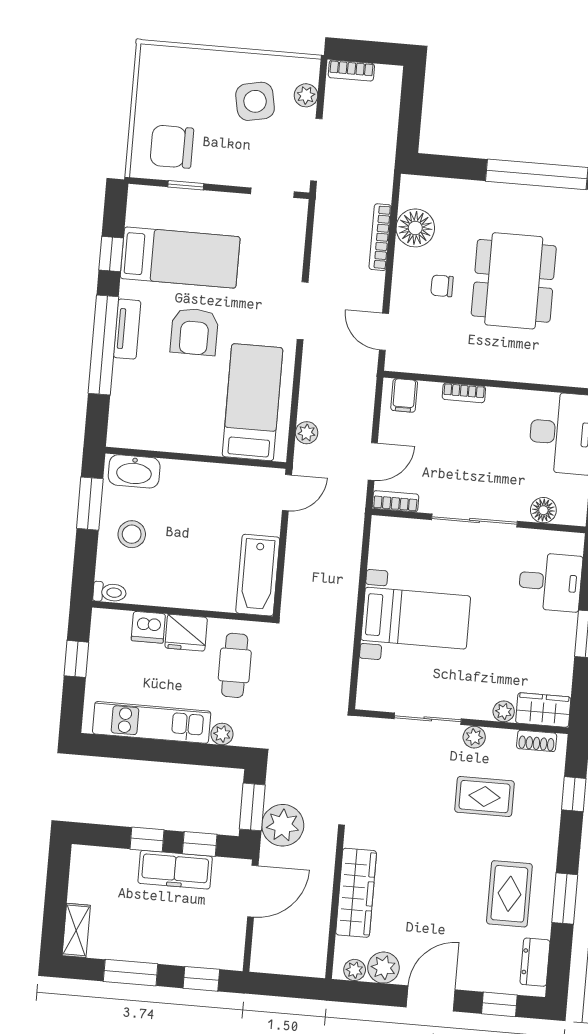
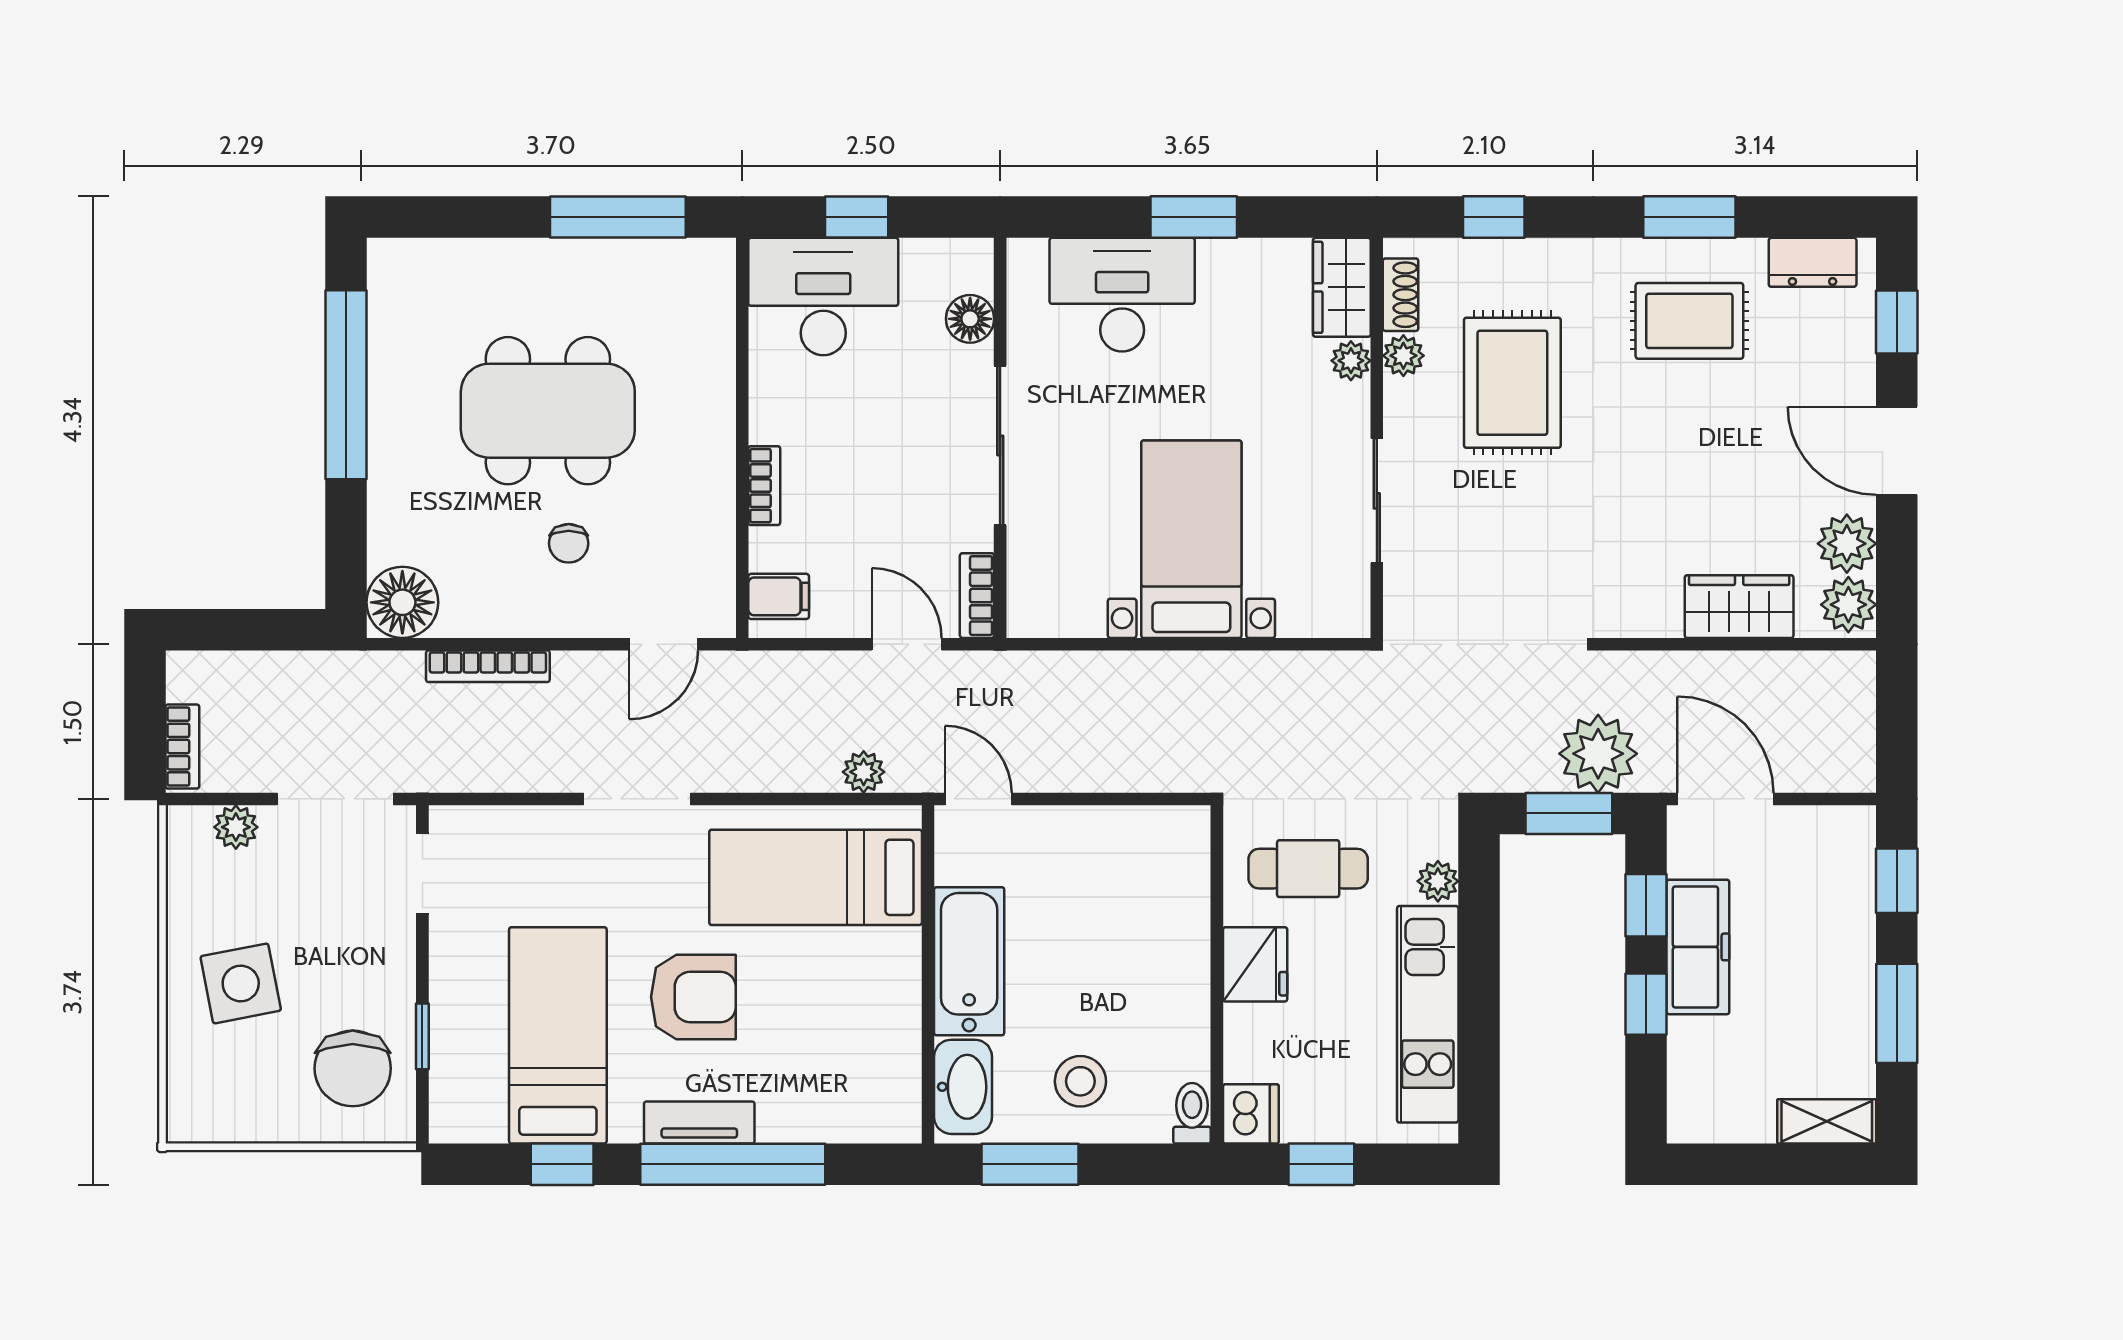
side table: (255, 101) -> (241, 983), moved
floor lamp: (415, 228) -> (402, 602), moved
bathtub: (258, 575) -> (969, 961), moved, turned -90
desk: (550, 582) -> (1122, 295), width x1.37
dishwasher: (148, 627) -> (1251, 1114), moved
plant: (474, 737) -> (1403, 356), moved
rug: (485, 797) -> (1512, 383), width x1.36, depth x1.43
wardrobe: (356, 893) -> (1739, 607), width x0.67
plant: (355, 970) -> (1848, 605), width x1.38, depth x1.38

